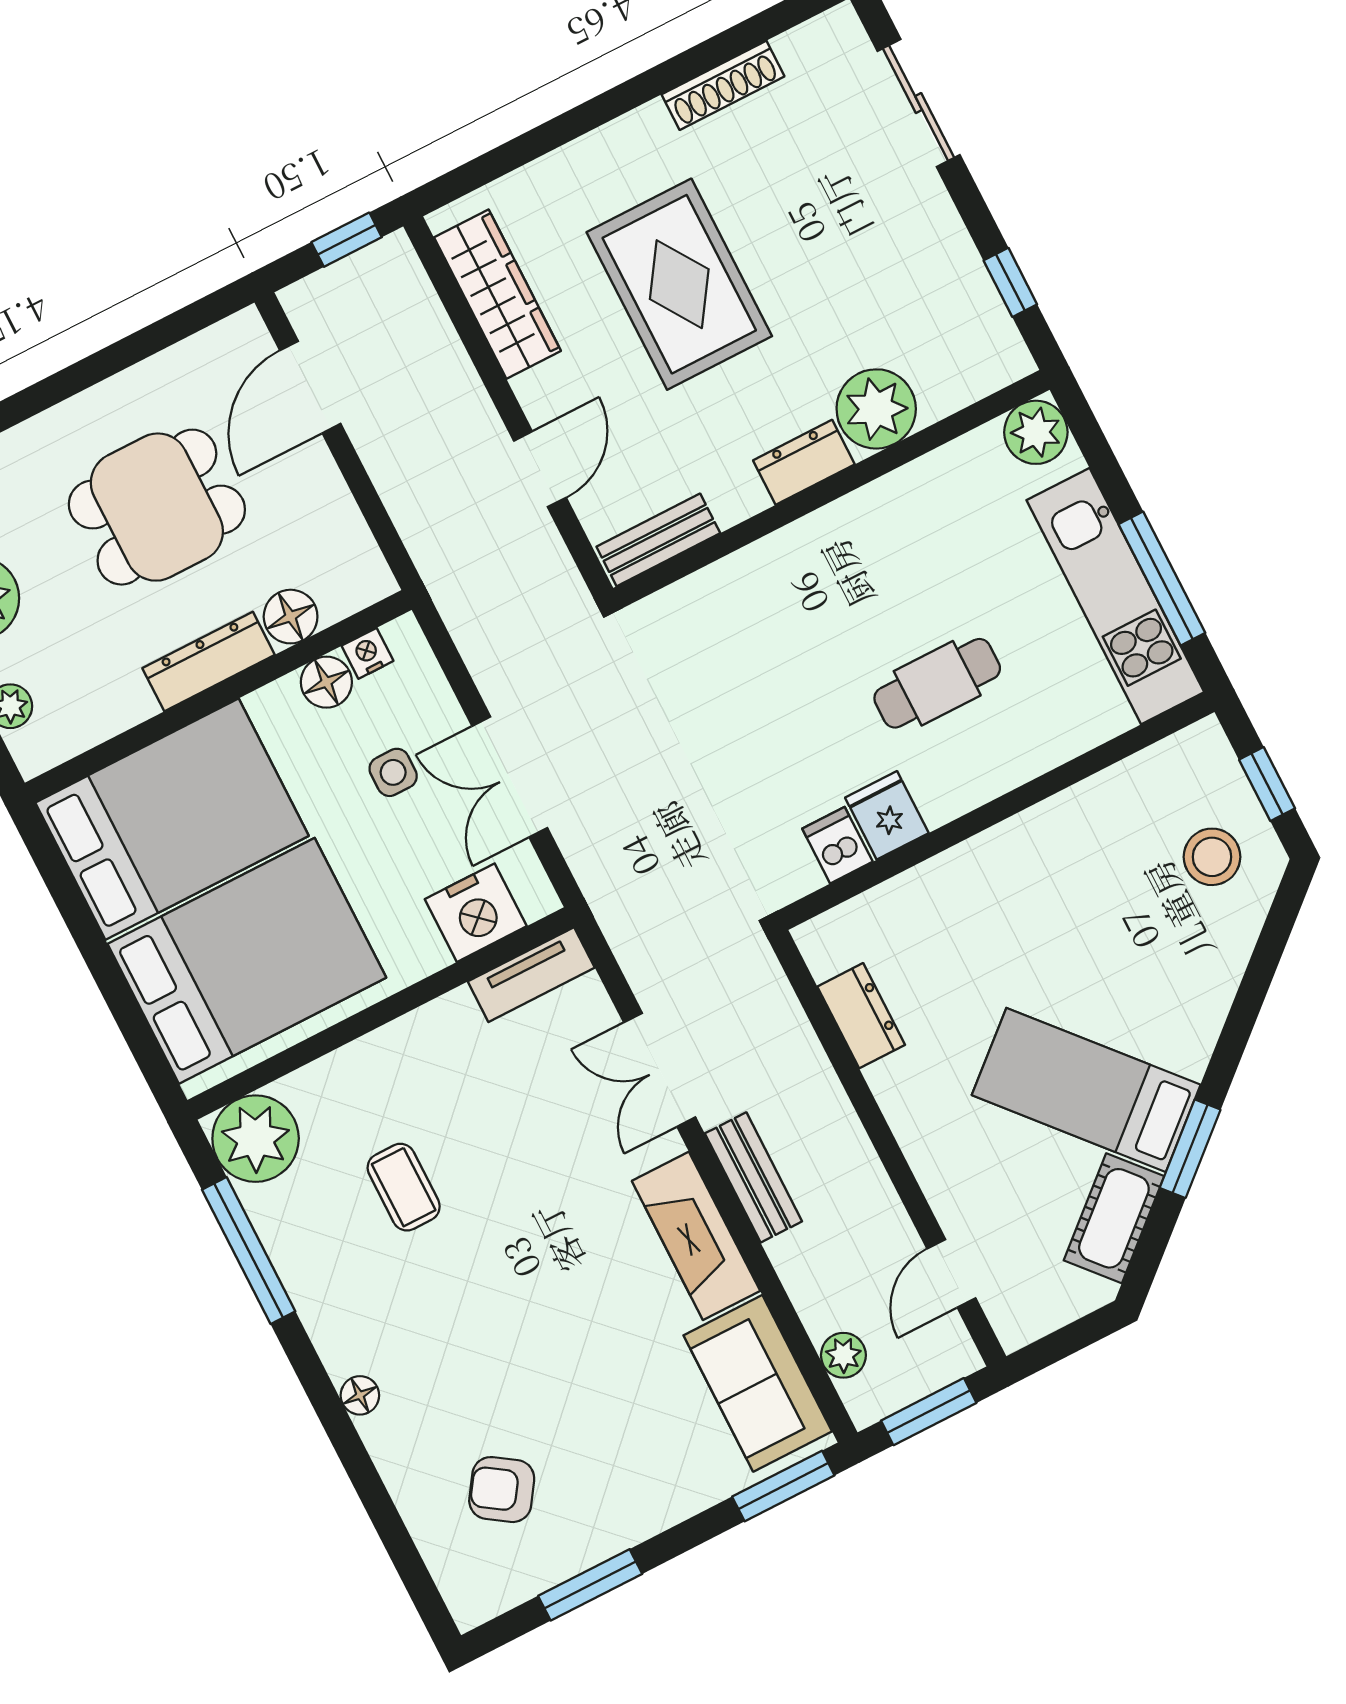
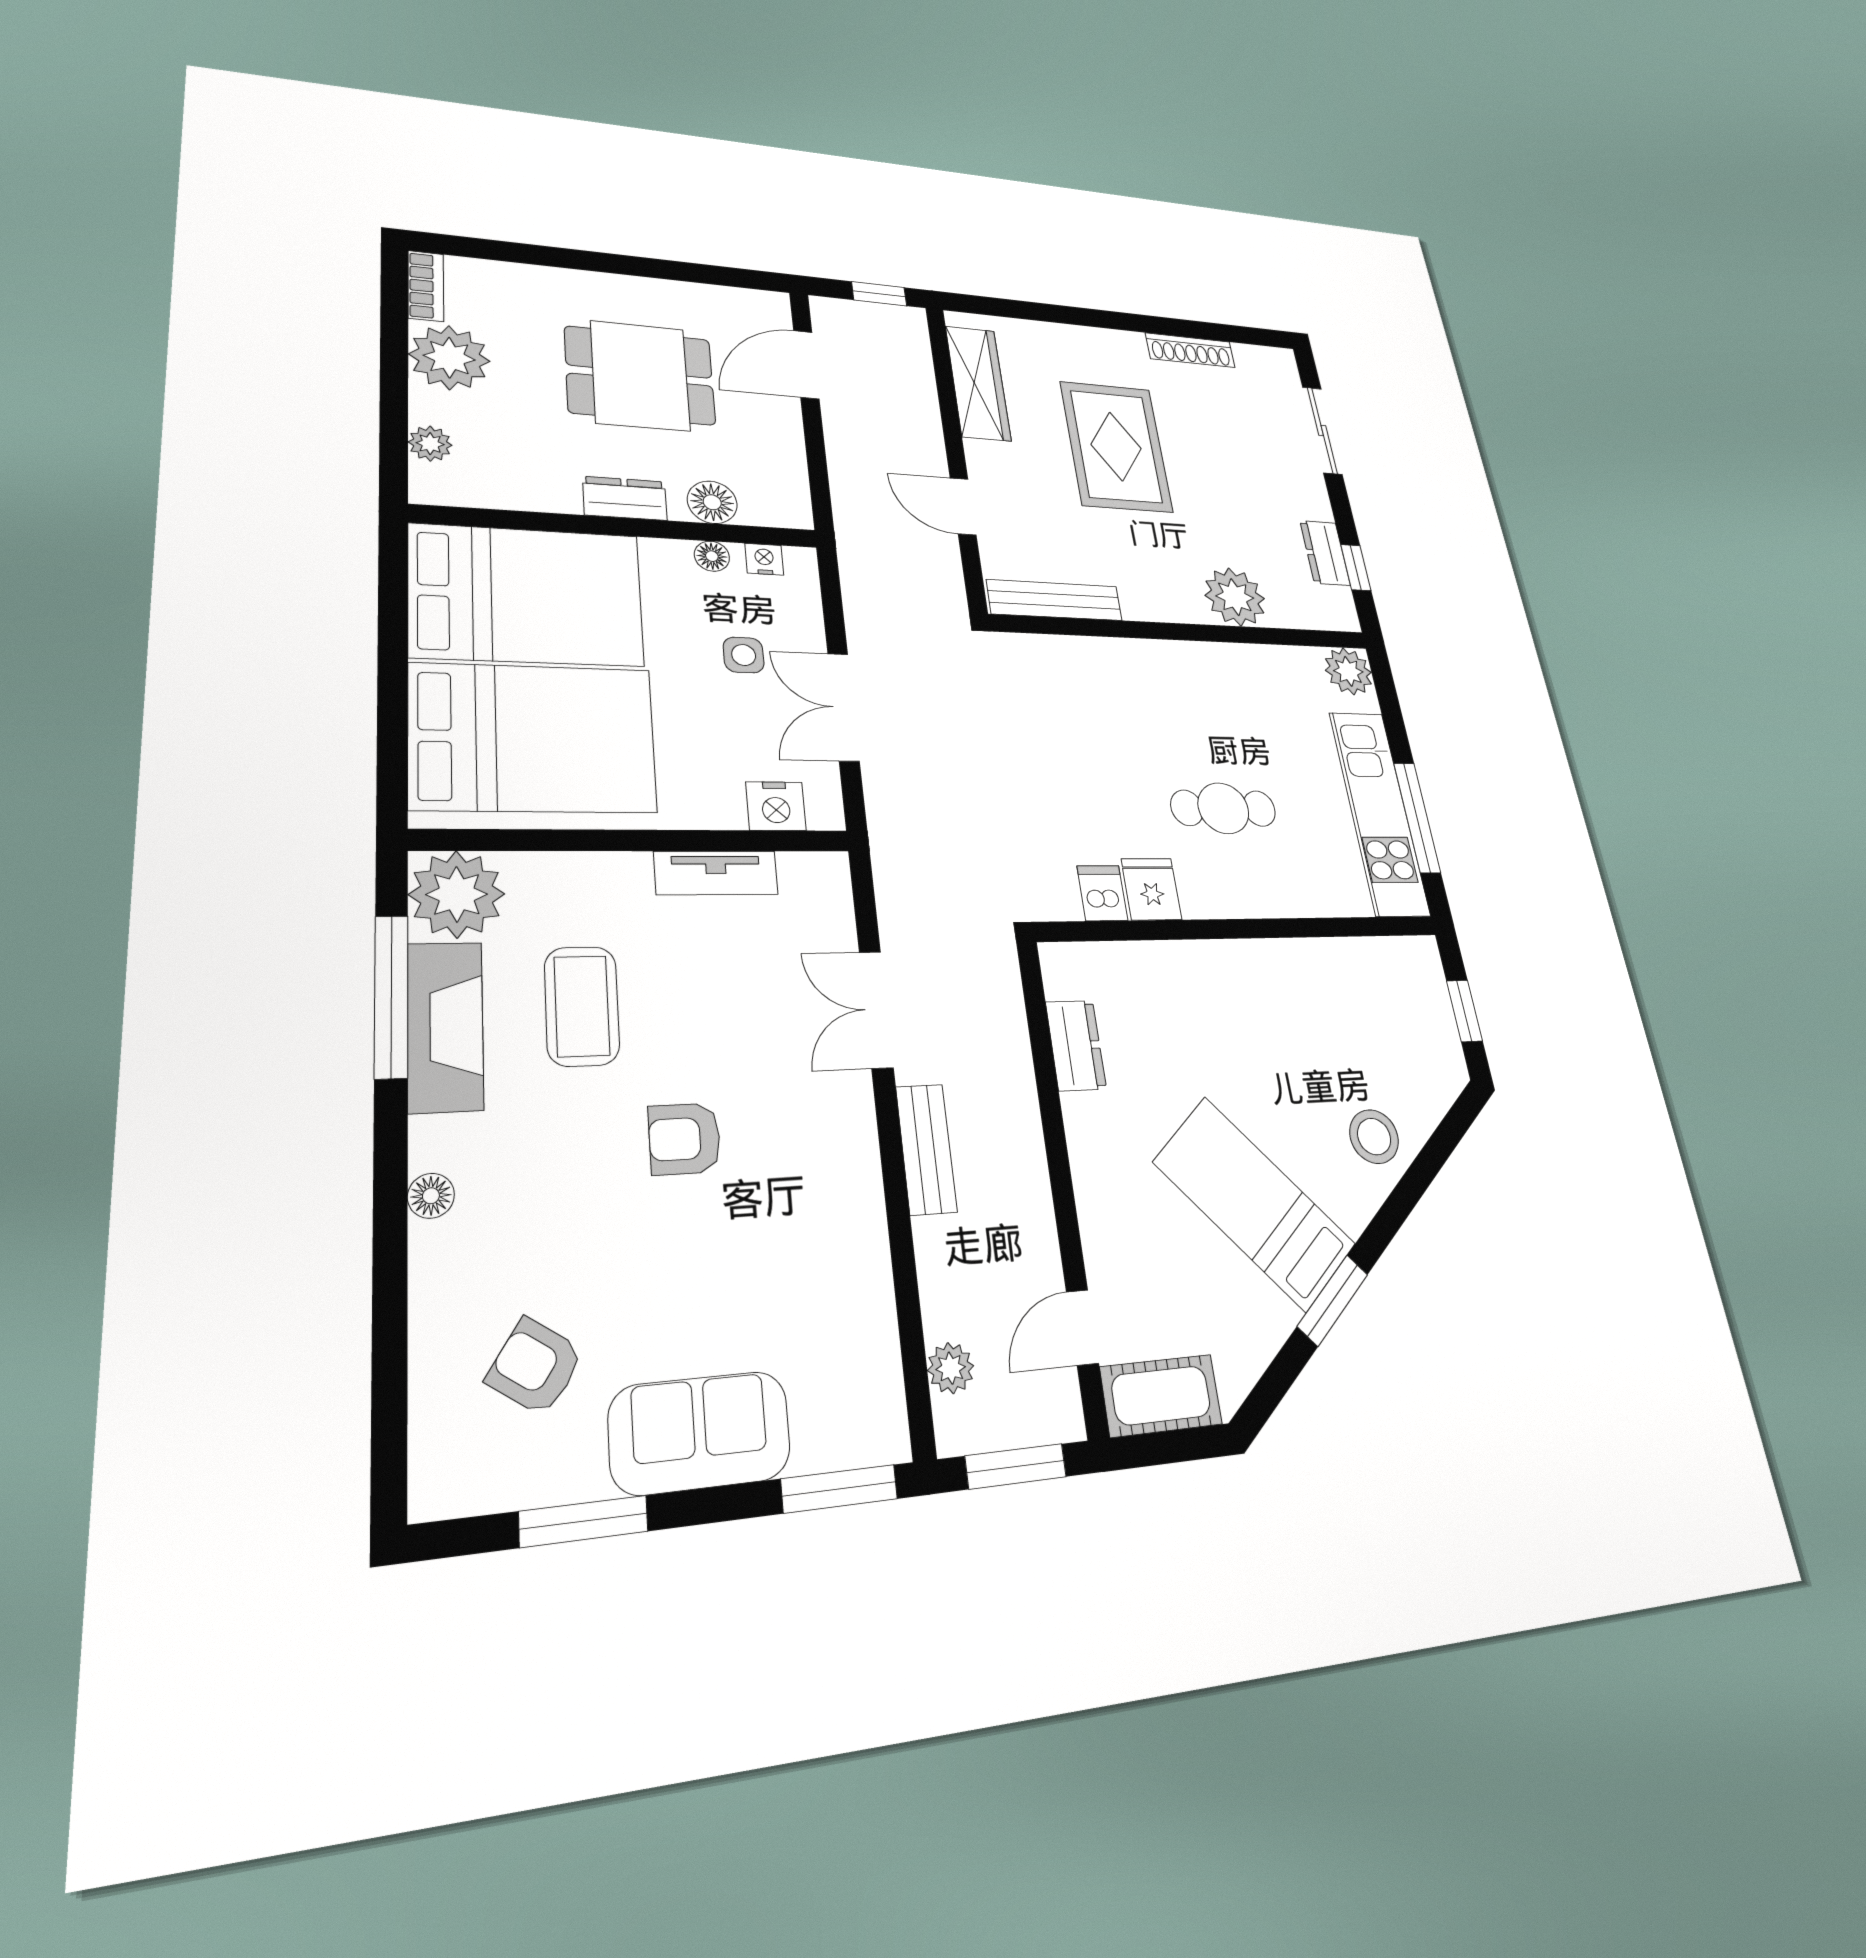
dresser: (804, 462) -> (1325, 553), moved, turned -90
door: (540, 469) -> (963, 506), swing flipped
bench: (658, 540) -> (1055, 600), width x1.36
dresser: (209, 661) -> (625, 498), width x0.70
floor lamp: (326, 682) -> (712, 556), width x0.73, depth x0.73
stool: (1212, 857) -> (1374, 1137), moved
nightstand: (476, 913) -> (776, 806), width x0.74, depth x0.75
tv unit: (531, 975) -> (716, 873), moved
coffee table: (404, 1187) -> (582, 1006), width x1.36, depth x1.30
cot: (1114, 1218) -> (1161, 1396), moved, turned 41
fireplace: (696, 1236) -> (445, 1026), moved, turned 180
armchair: (540, 1262) -> (685, 1139), added
sofa: (758, 1383) -> (700, 1433), moved, turned 90

